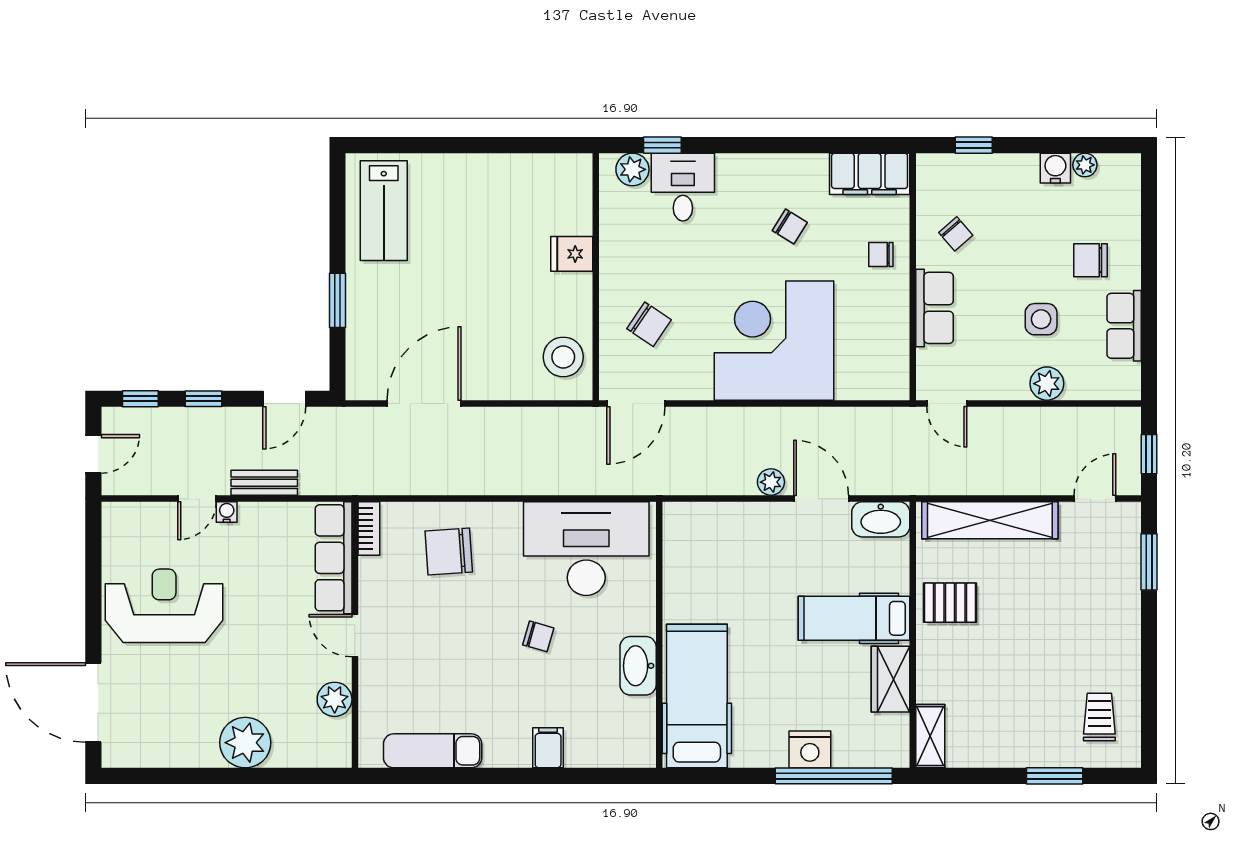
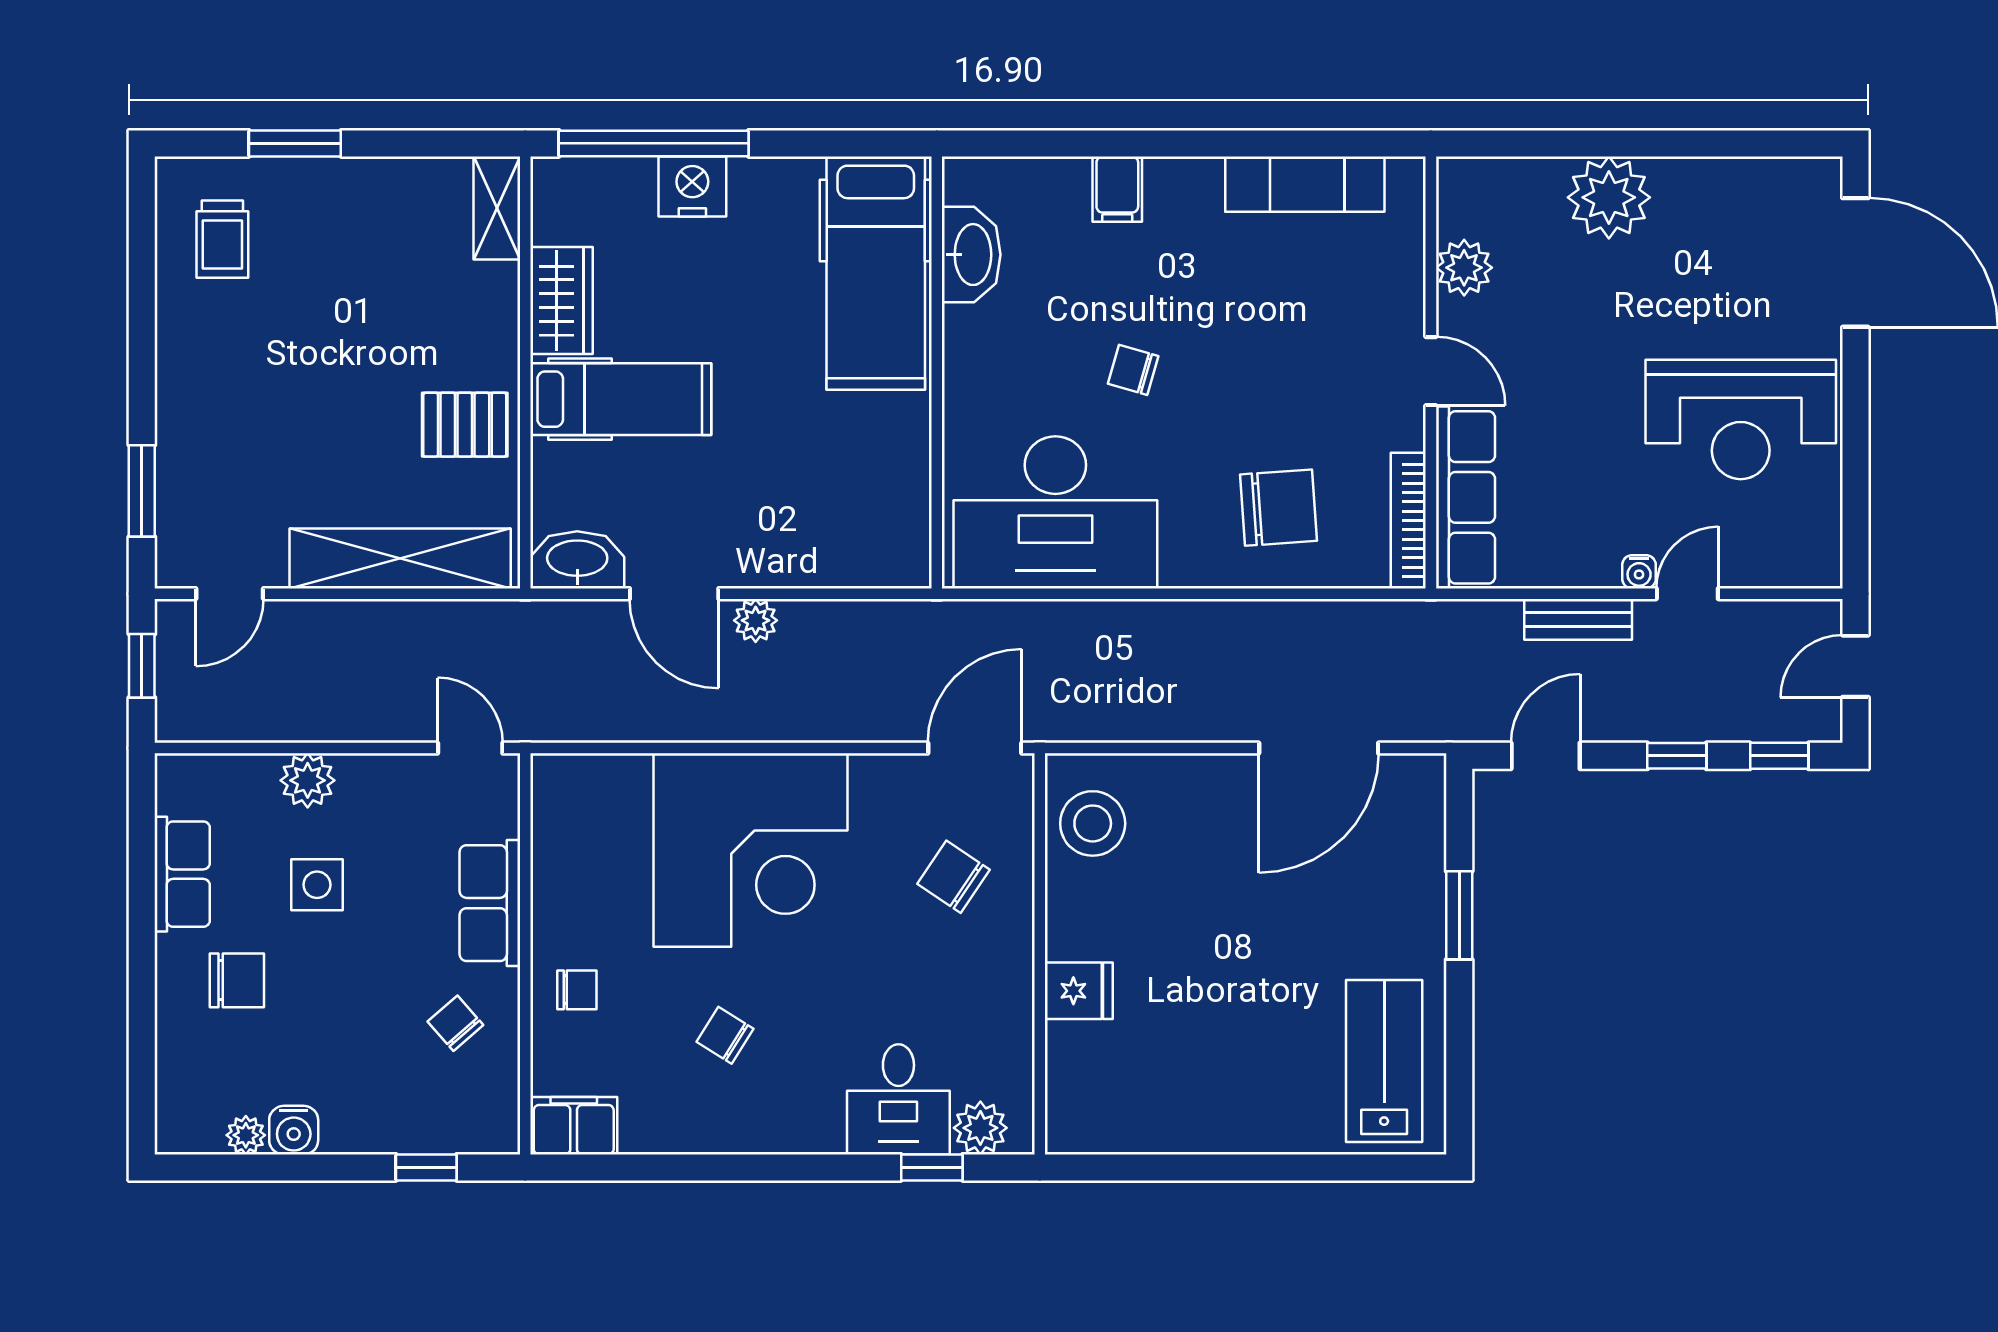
filing cabinet: (870, 174) -> (574, 1126), width x0.67, depth x0.86
bookcase: (369, 528) -> (1408, 521), width x1.56
washbasin: (638, 666) -> (971, 255), moved

